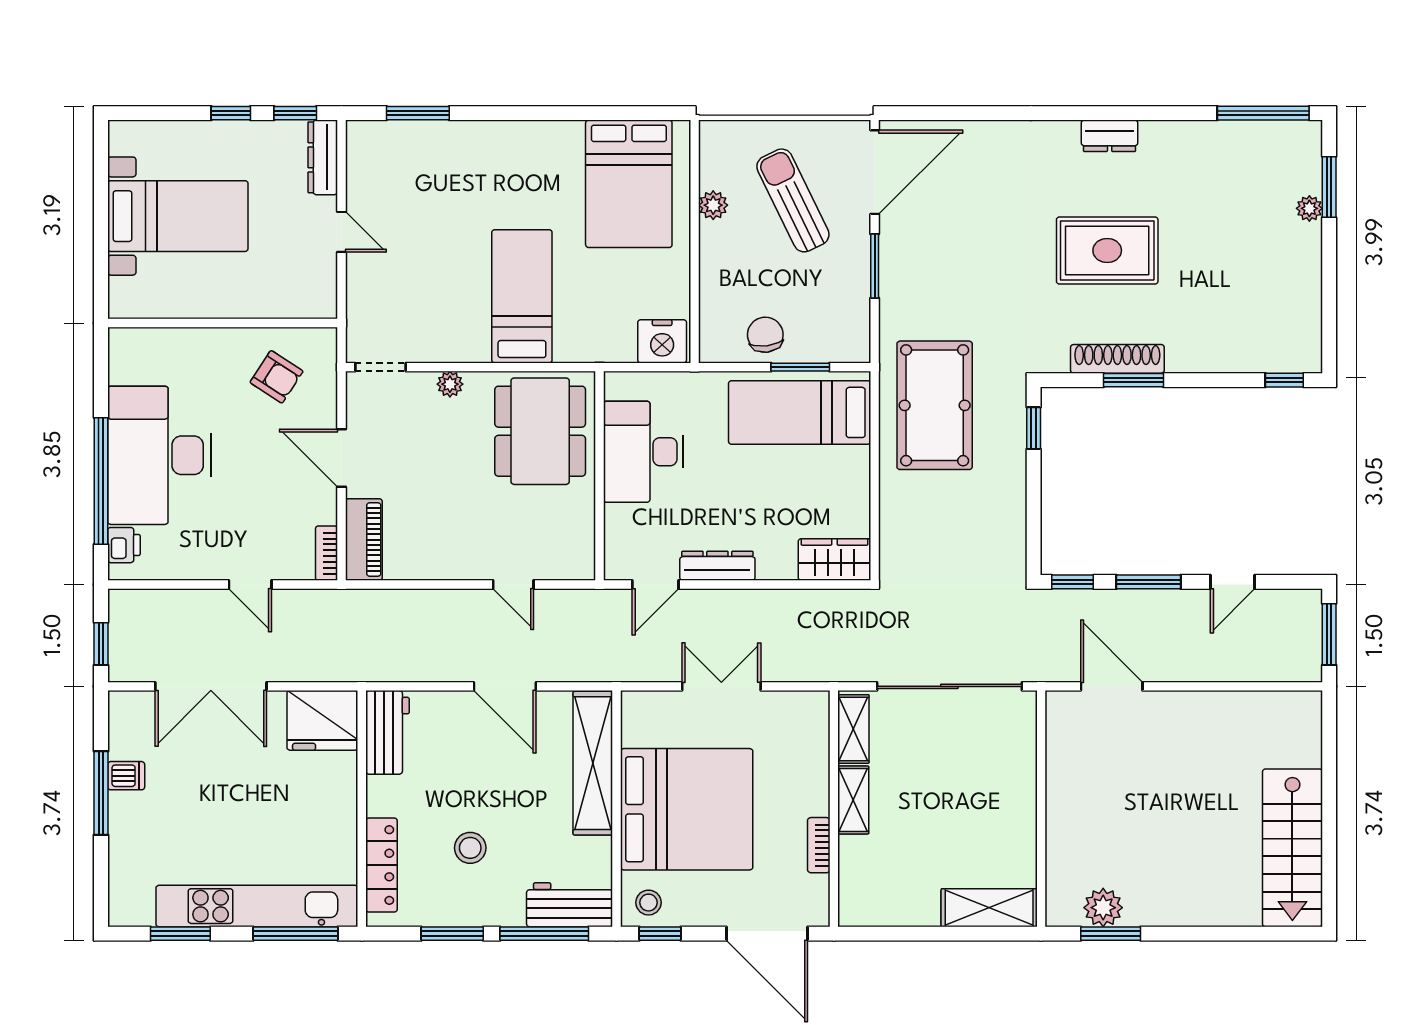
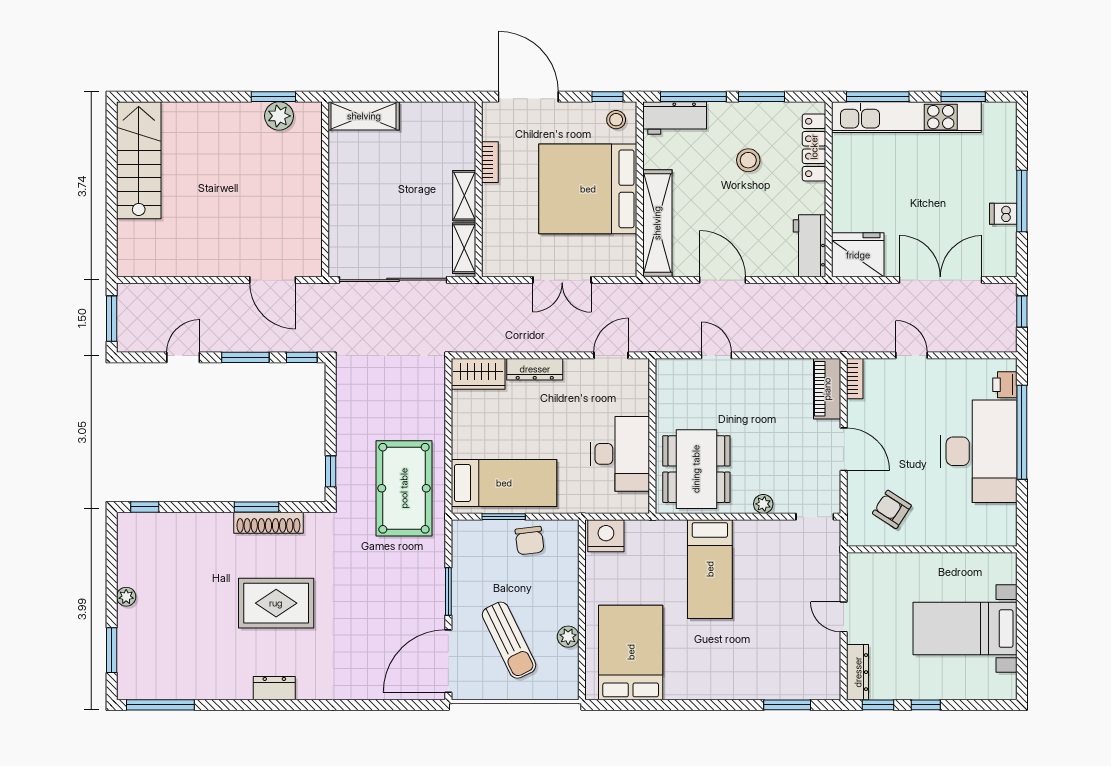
plant: (1309, 208) -> (126, 597), moved
dresser: (717, 566) -> (535, 369), moved

